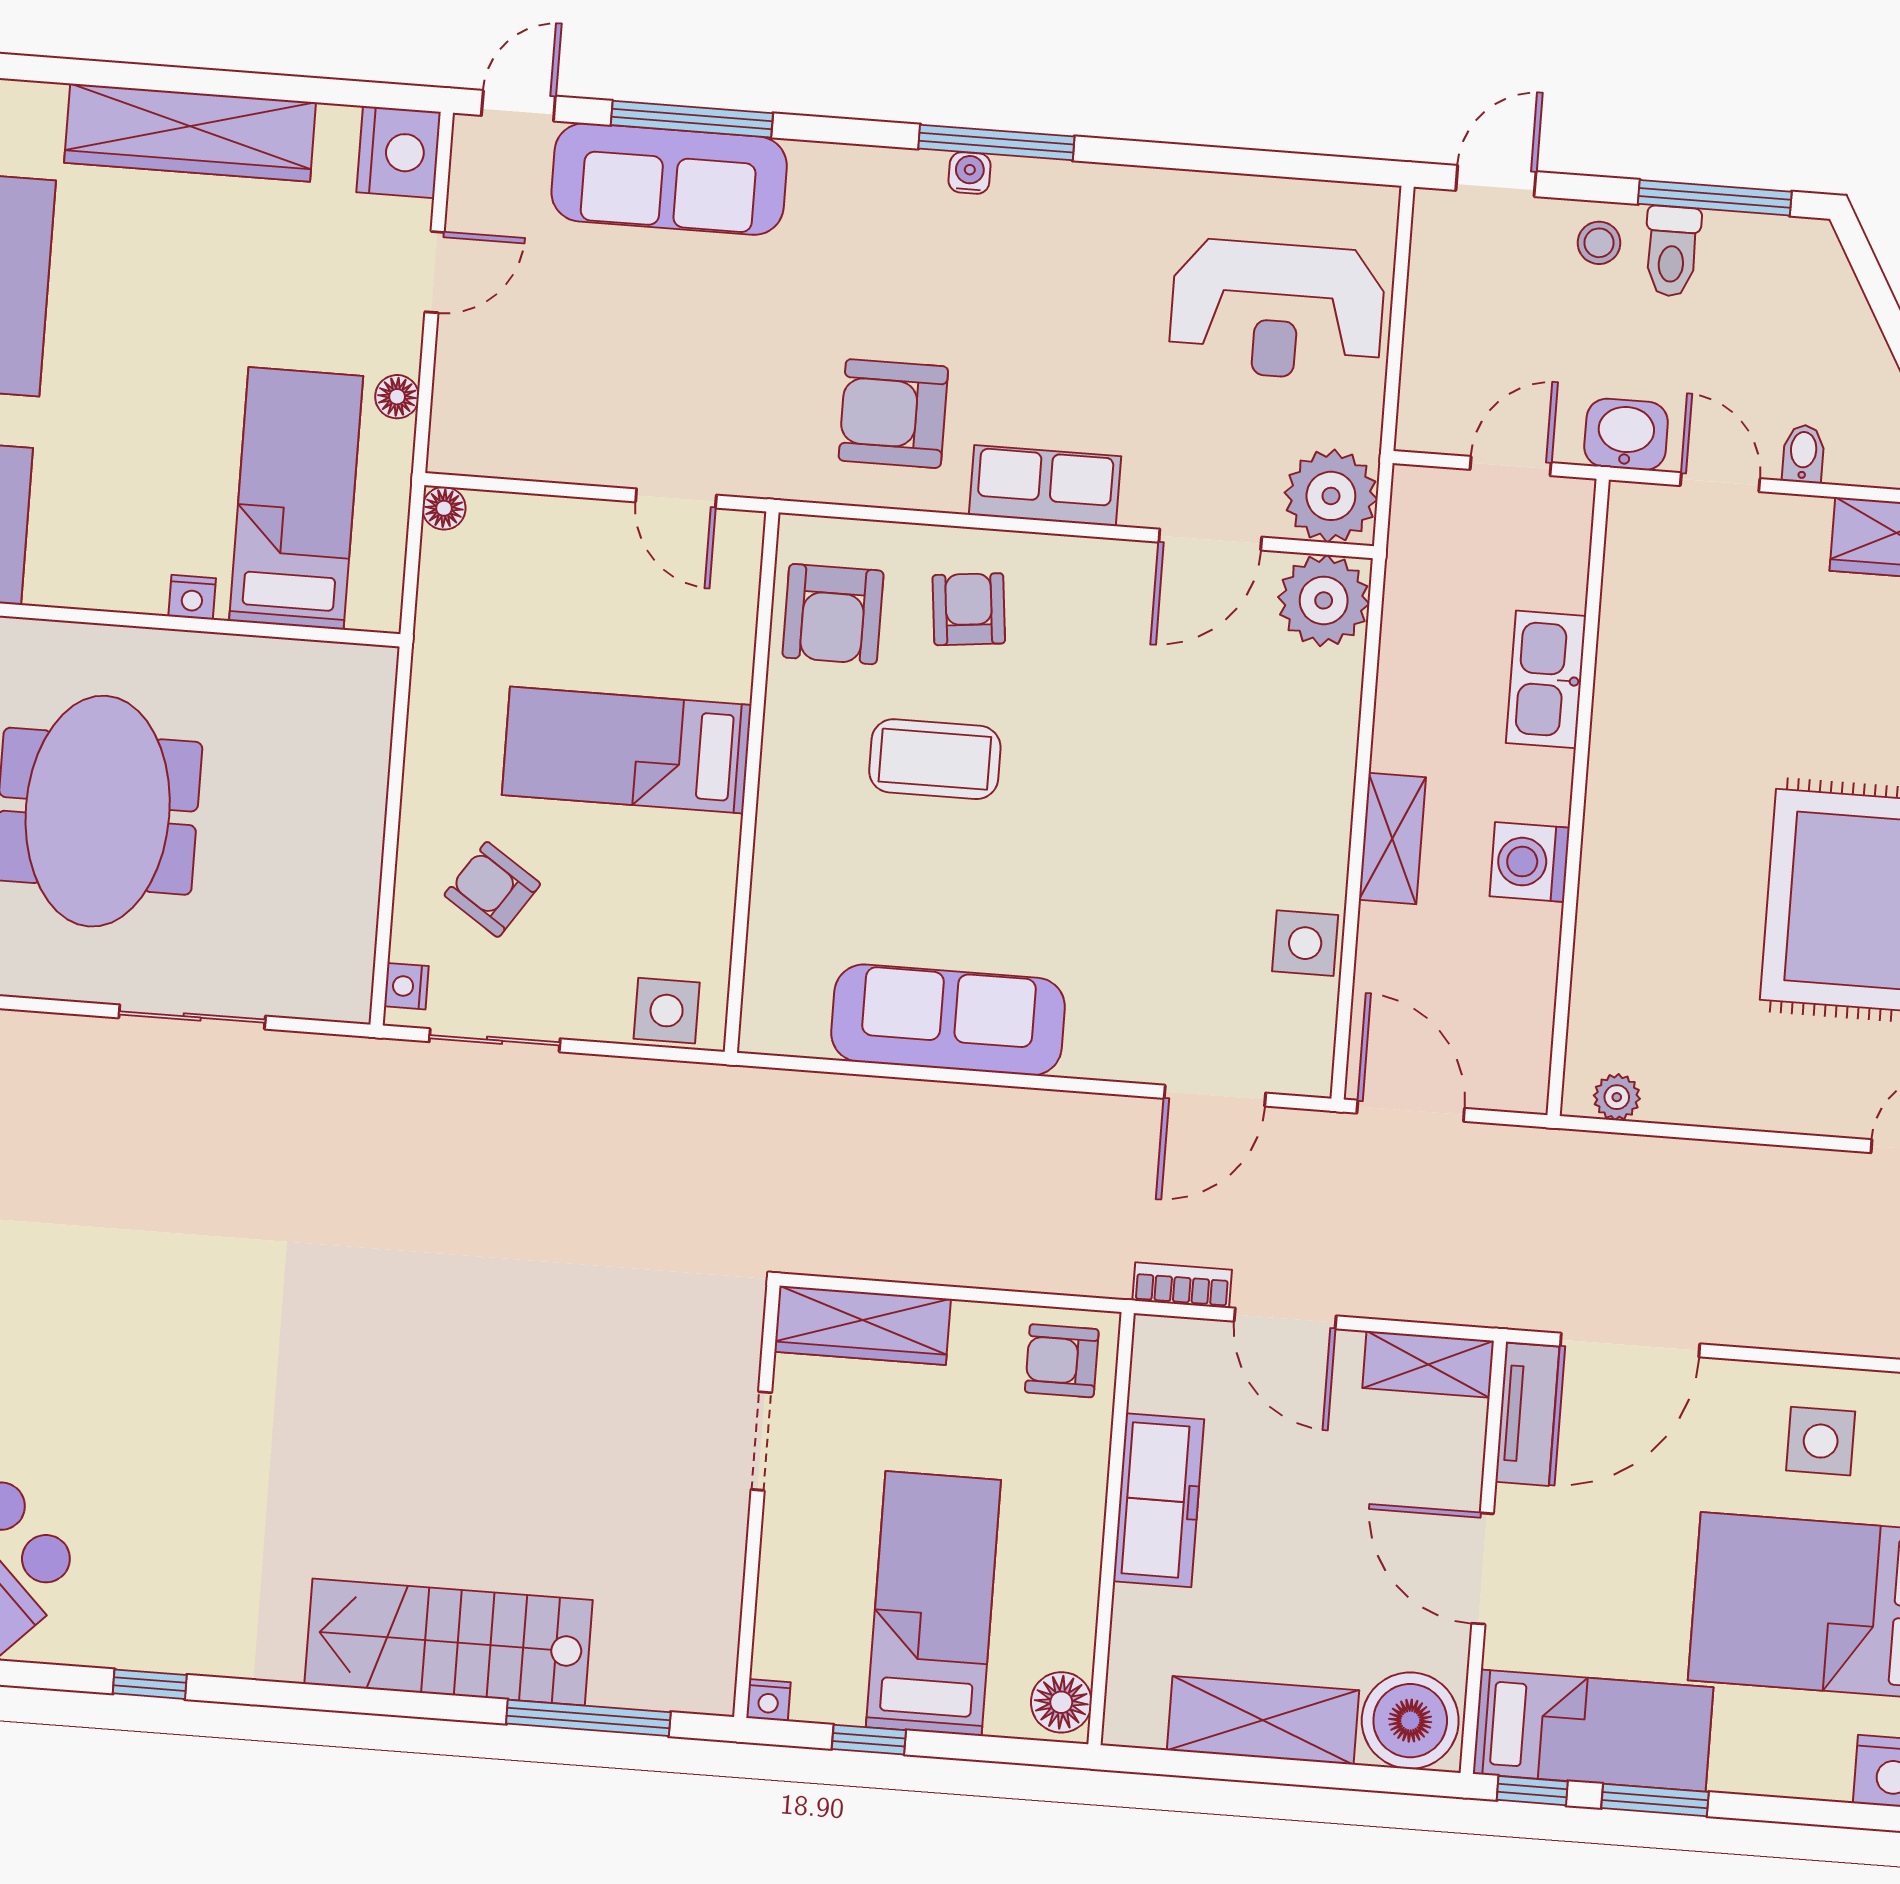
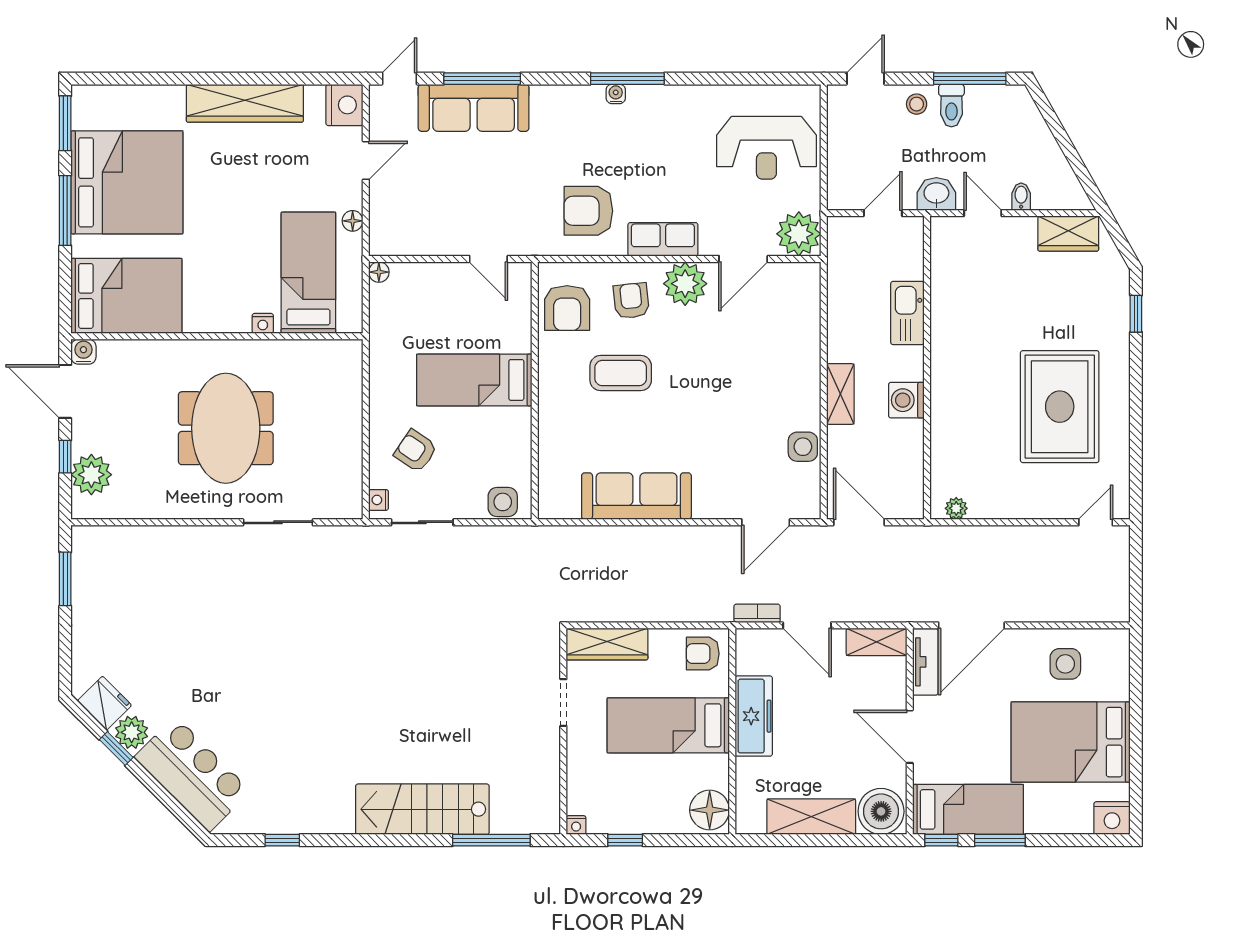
plant: (1324, 600) -> (685, 284), moved
bed: (933, 1604) -> (668, 725), moved, turned -90
floor lamp: (1061, 1702) -> (710, 810), width x1.38, depth x1.38

